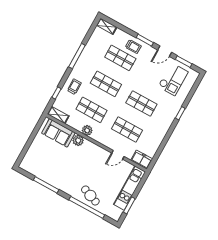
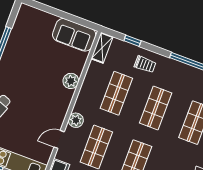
plant: (87, 130) -> (76, 120), moved
sofa: (58, 133) -> (74, 35), moved, turned -90
door: (118, 155) -> (59, 139), hinge flipped

